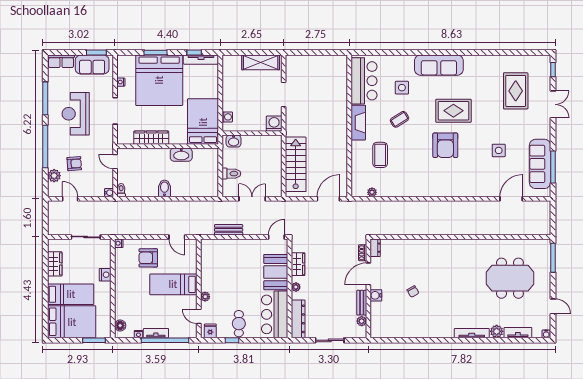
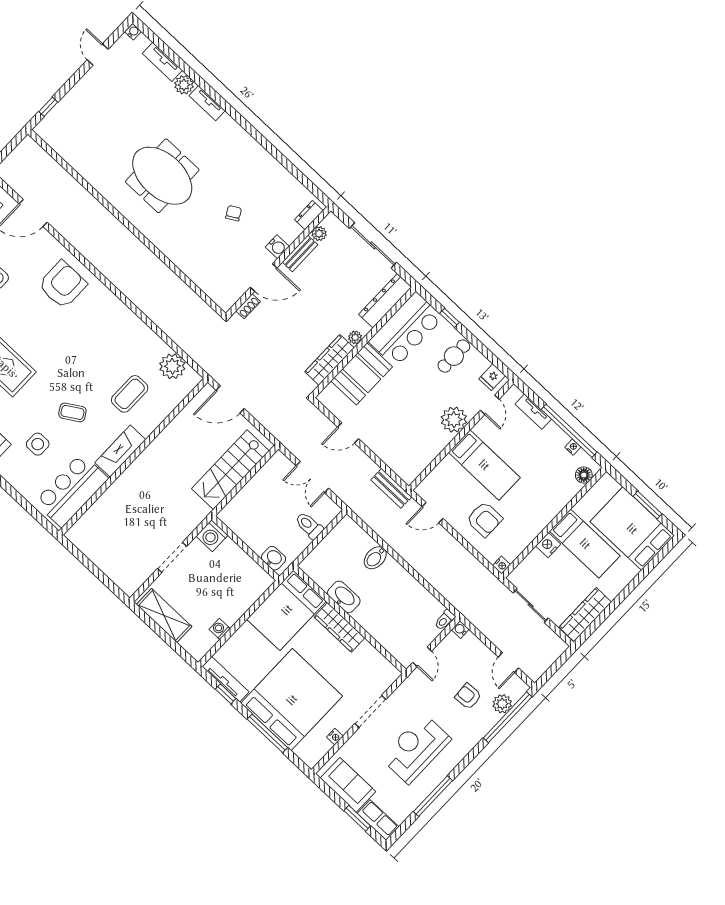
window: (96, 52) -> (357, 818), moved
window: (155, 52) -> (267, 733), width x1.44
reception desk: (76, 114) -> (416, 749), turned 180
washing machine: (227, 117) -> (220, 629), moved
wardrobe: (151, 138) -> (339, 627), moved
armchair: (445, 145) -> (62, 285), moved
window: (45, 146) -> (508, 717), moved
bidet: (164, 188) -> (375, 558), moved
plant: (372, 192) -> (172, 366), width x1.87, depth x1.87
bench: (229, 230) -> (391, 488), moved
door: (177, 237) -> (432, 513), swing flipped
door: (276, 237) -> (348, 433), moved
dresser: (375, 248) -> (309, 215), moved
window: (553, 258) -> (48, 107), width x0.46
wardrobe: (55, 264) -> (585, 615), width x1.50
wardrobe: (298, 264) -> (329, 360), width x1.50
meeting table: (510, 278) -> (162, 176), moved
bed: (71, 294) -> (585, 544), moved, turned 180
plant: (205, 297) -> (454, 420), width x1.88, depth x1.88
tv unit: (156, 333) -> (533, 412), moved
tv unit: (472, 333) -> (207, 103), width x0.71
window: (94, 340) -> (648, 505), moved
window: (165, 340) -> (569, 431), moved
window: (232, 340) -> (450, 318), moved
sliding door: (330, 340) -> (373, 245), width x1.37

